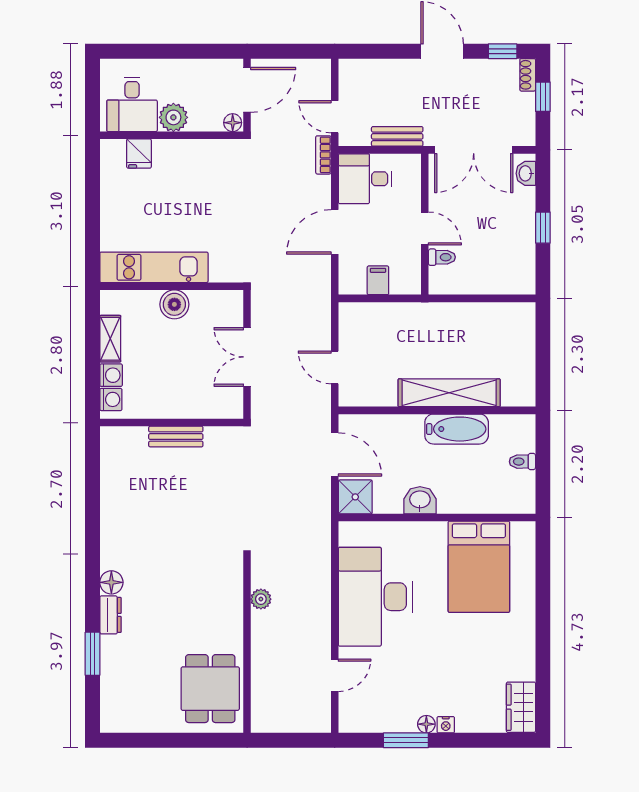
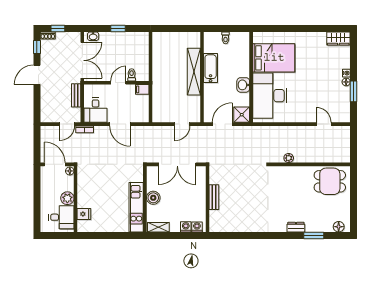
filing cabinet: (378, 280) -> (142, 89), moved
shelving: (110, 339) -> (158, 227), moved
double door: (247, 357) -> (177, 164), width x1.37
floor lamp: (111, 582) -> (339, 227), moved
desk: (375, 597) -> (270, 96), moved, turned 90

